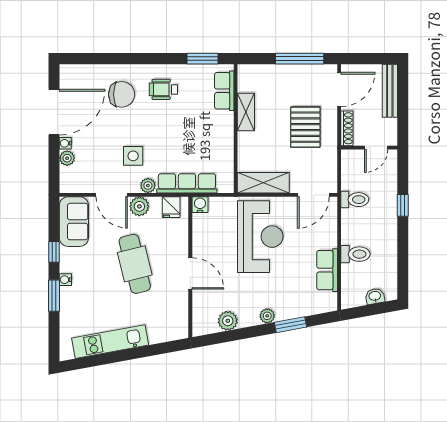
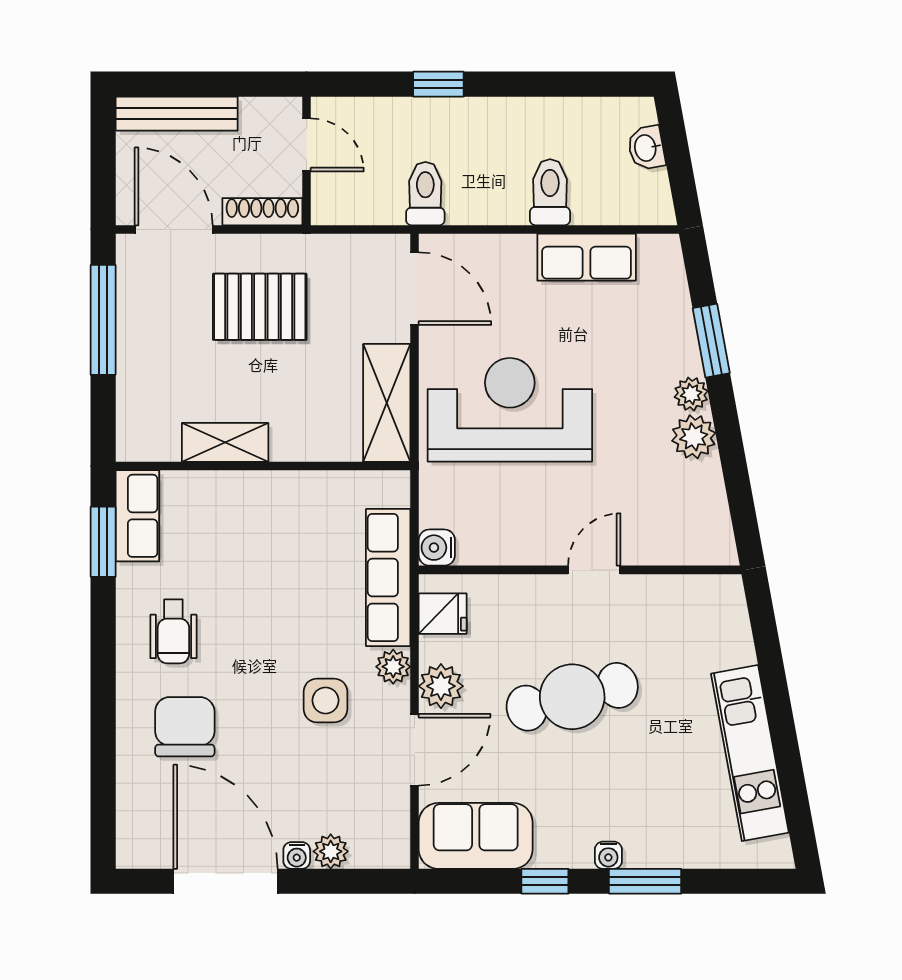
row of seats: (224, 91) -> (137, 516), moved, turned -90
door: (190, 273) -> (594, 570), width x0.73
plant: (228, 321) -> (694, 437), moved

